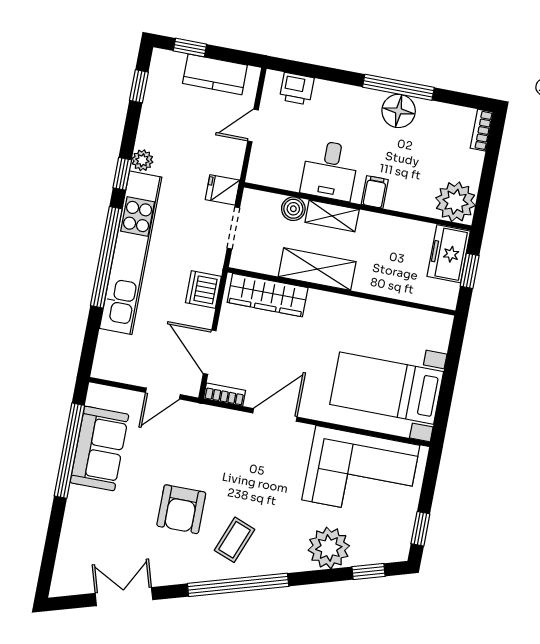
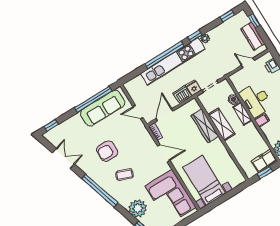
desk: (330, 170) -> (256, 100), width x1.37
fridge: (223, 190) -> (194, 88), moved
wardrobe: (268, 295) -> (205, 126), moved
sofa: (99, 448) -> (103, 108), width x1.36
coffee table: (235, 540) -> (125, 175), moved
window: (48, 565) -> (51, 125), added

